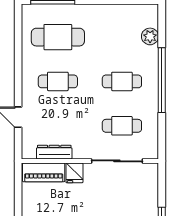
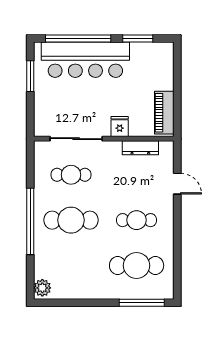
plant: (150, 36) -> (42, 288), moved
cafe table: (122, 81) -> (71, 220), width x1.37, depth x1.35
piano: (44, 172) -> (164, 113), moved, turned -90

